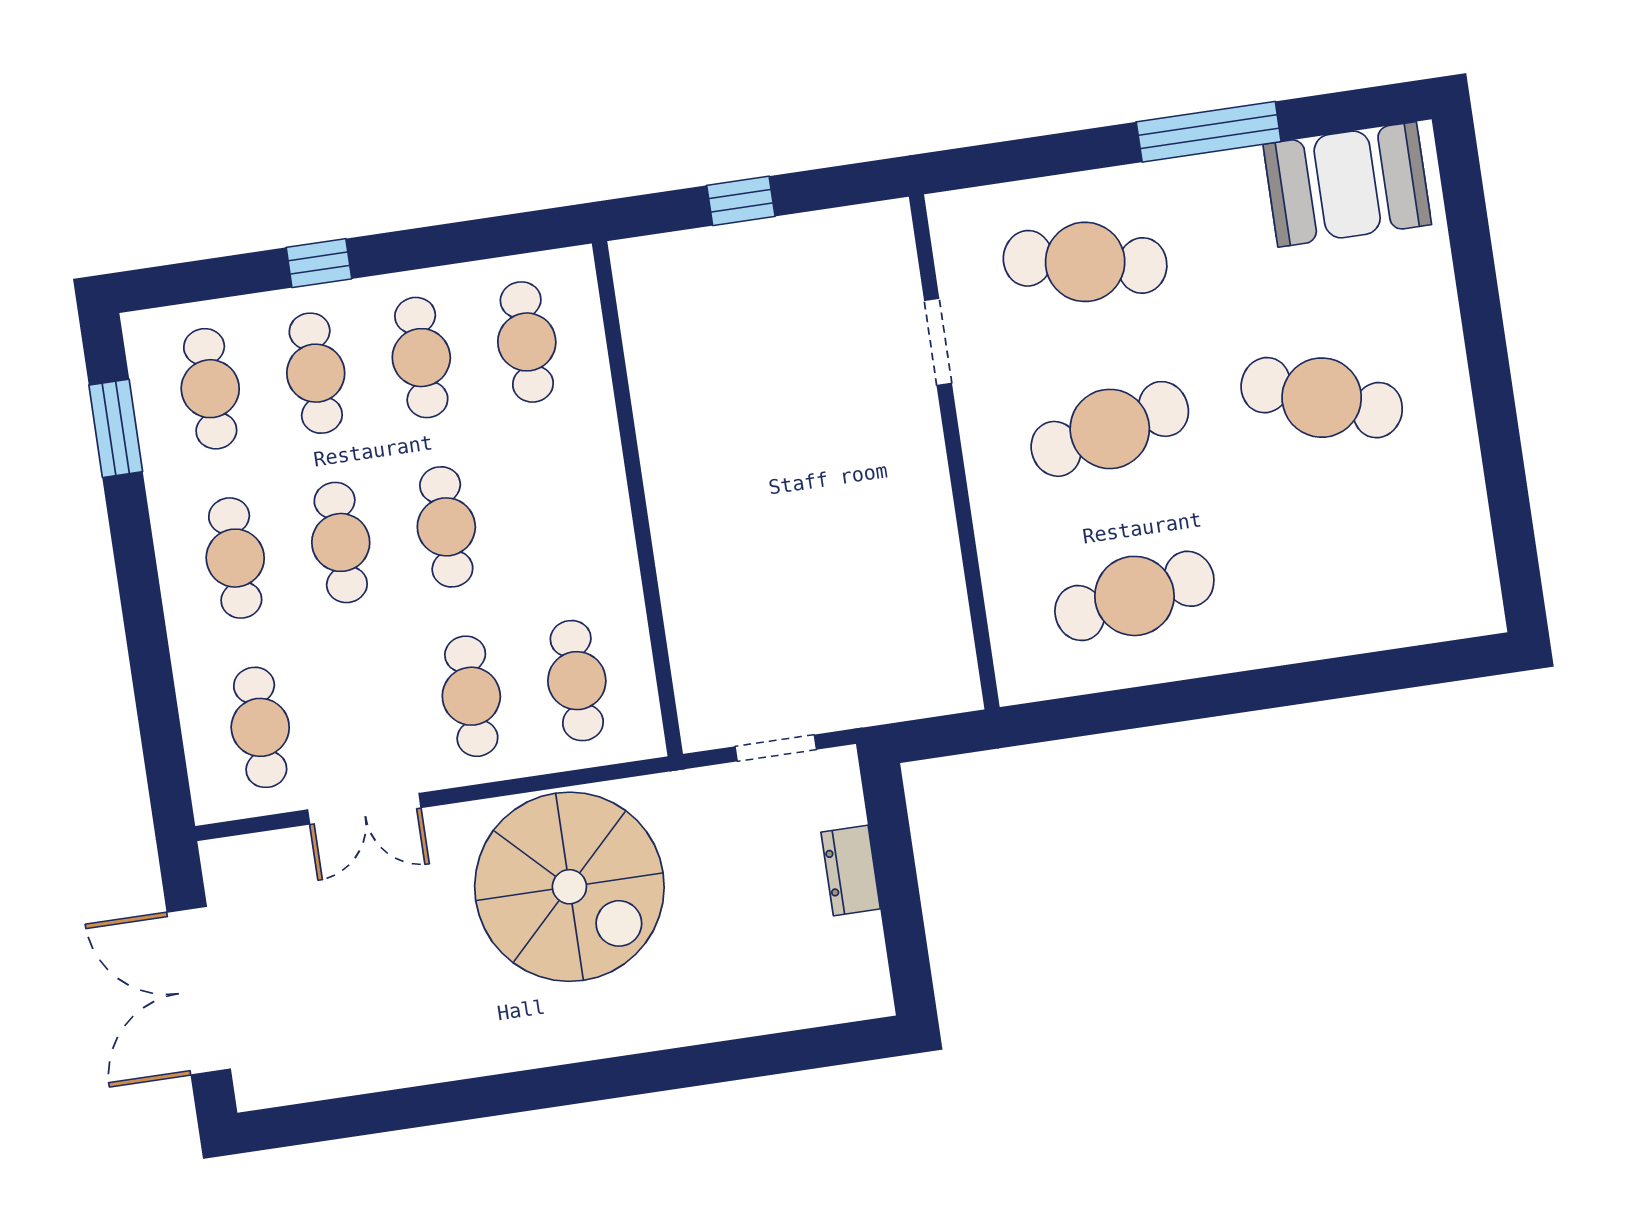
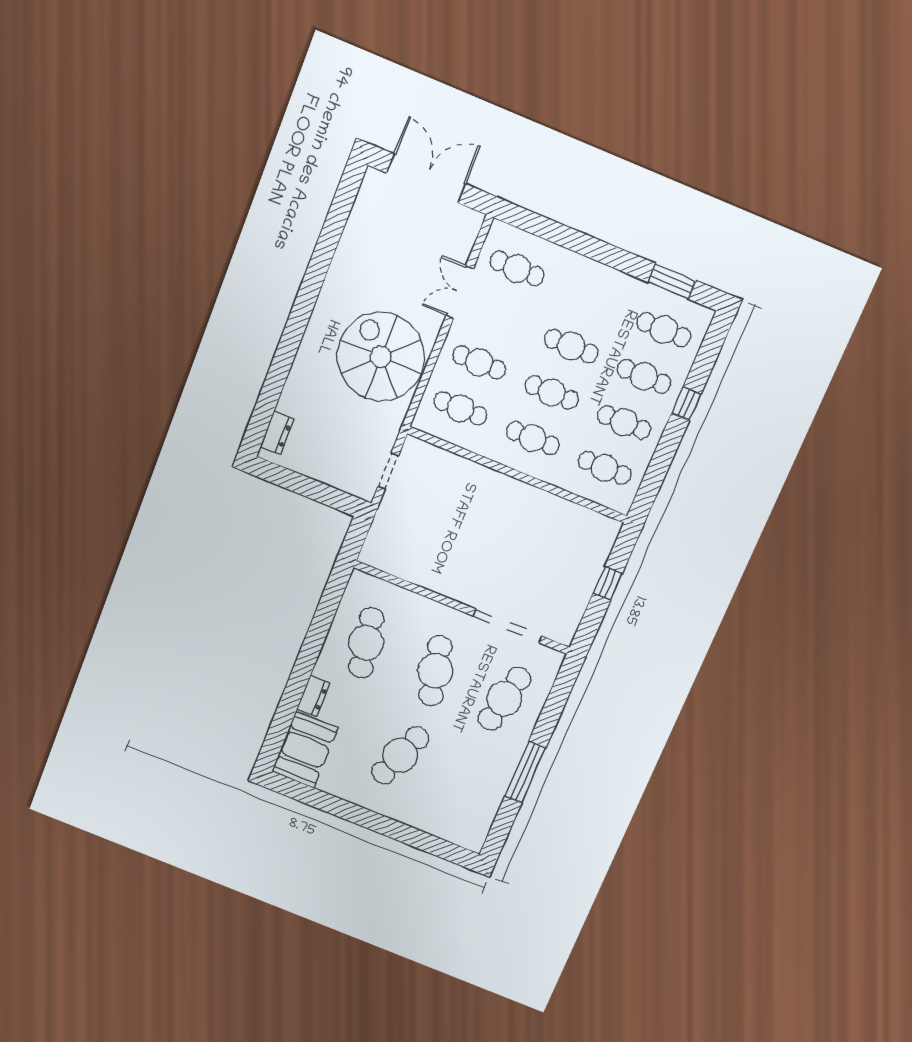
booth: (1347, 184) -> (305, 750), moved
doorway: (938, 342) -> (508, 626), width x1.88
cafe table: (235, 558) -> (533, 438), moved
dresser: (1304, 638) -> (313, 696), added
dresser: (851, 870) -> (277, 433), moved, turned 90
spiral stairs: (569, 887) -> (381, 357), turned 90

